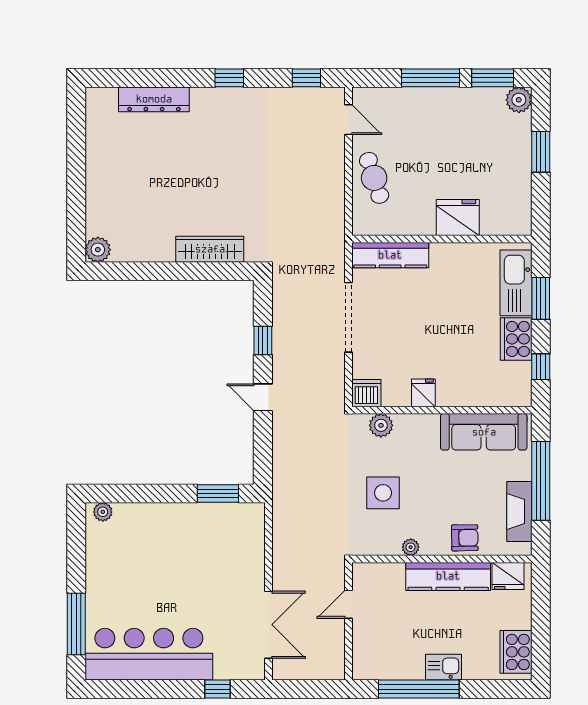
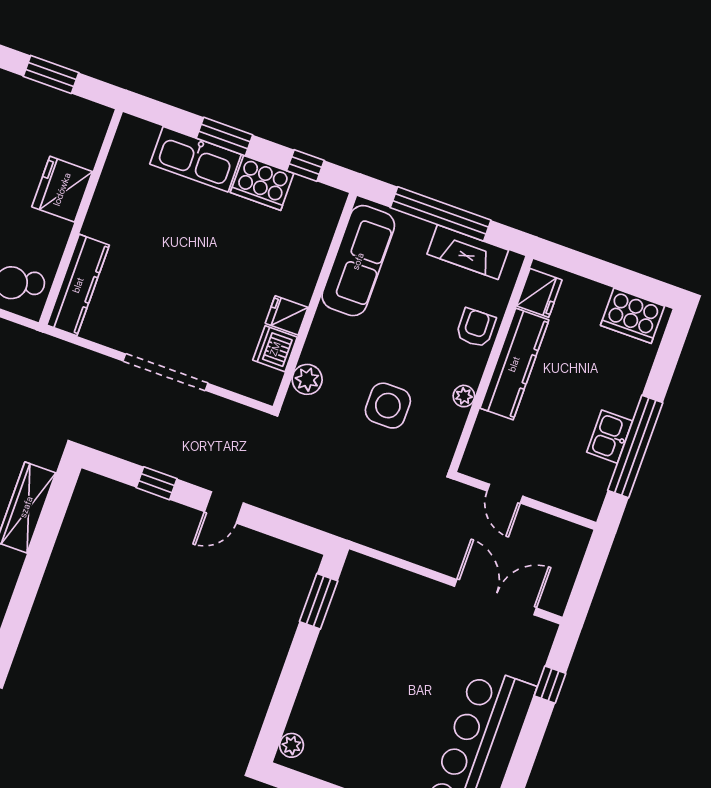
fridge: (458, 218) -> (62, 189), moved
wall: (442, 239) -> (81, 217), moved
kitchen counter: (390, 255) -> (78, 285), moved
dishwasher: (366, 393) -> (275, 349), moved
kitchen sink: (443, 667) -> (610, 437), moved

